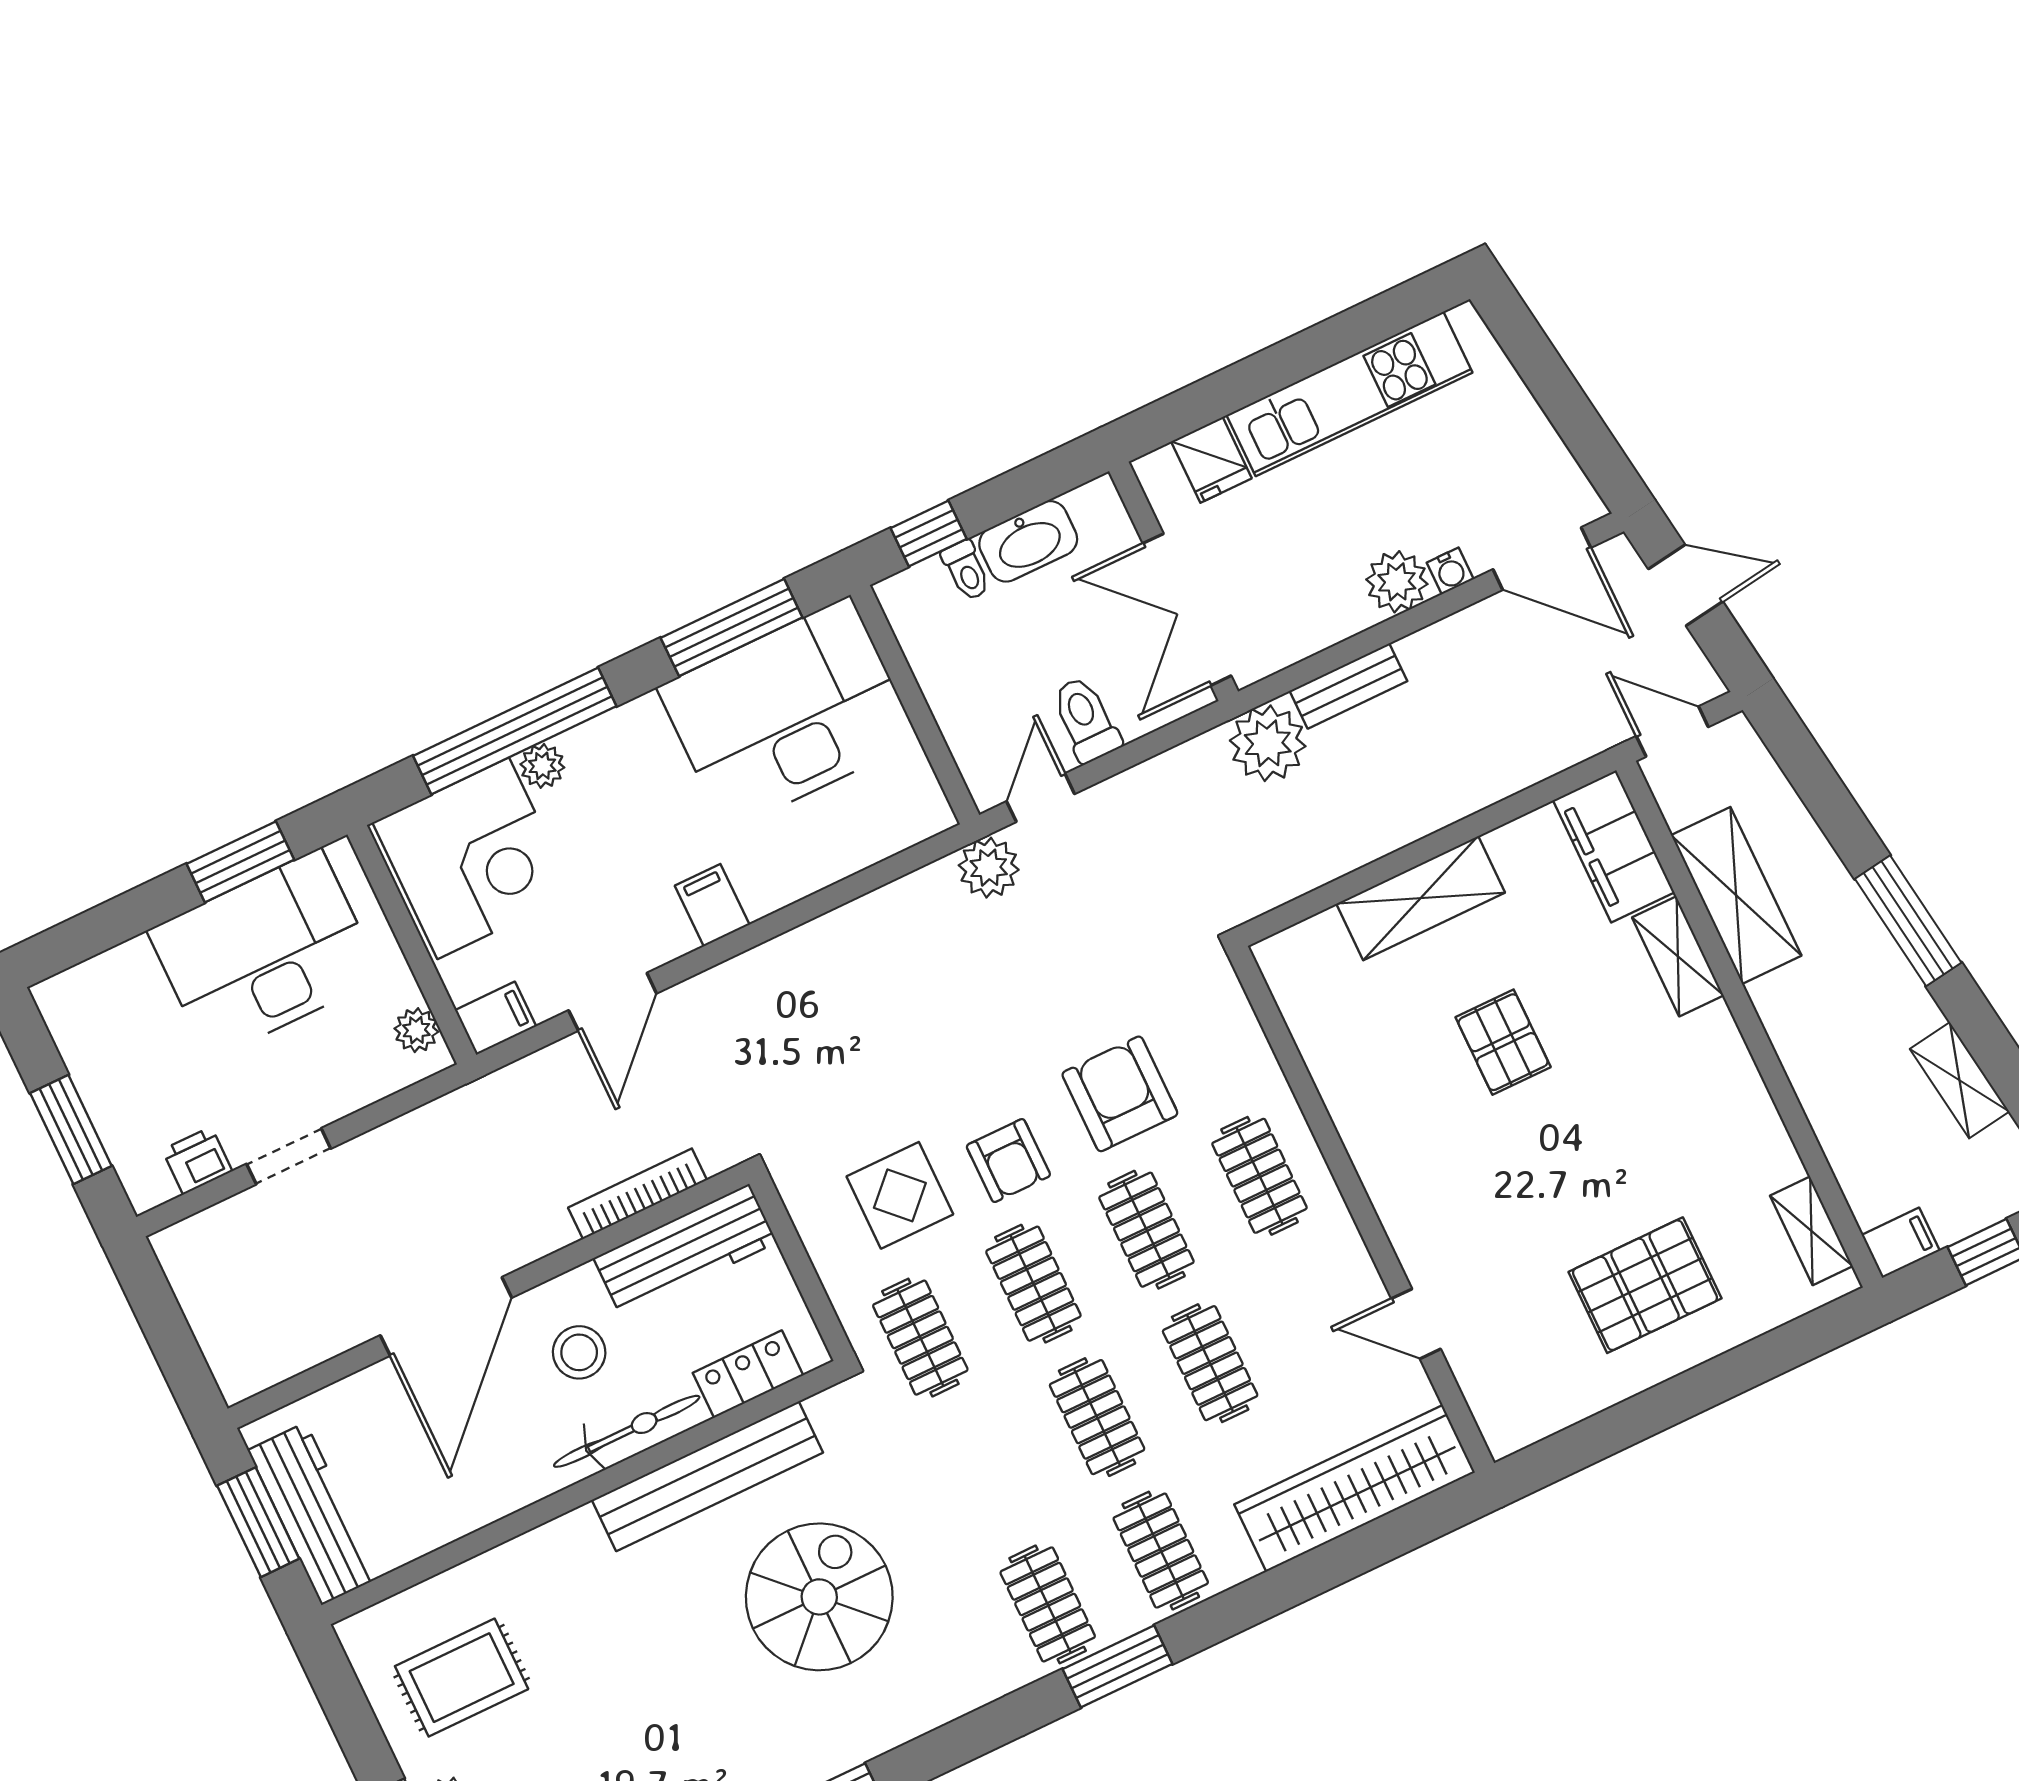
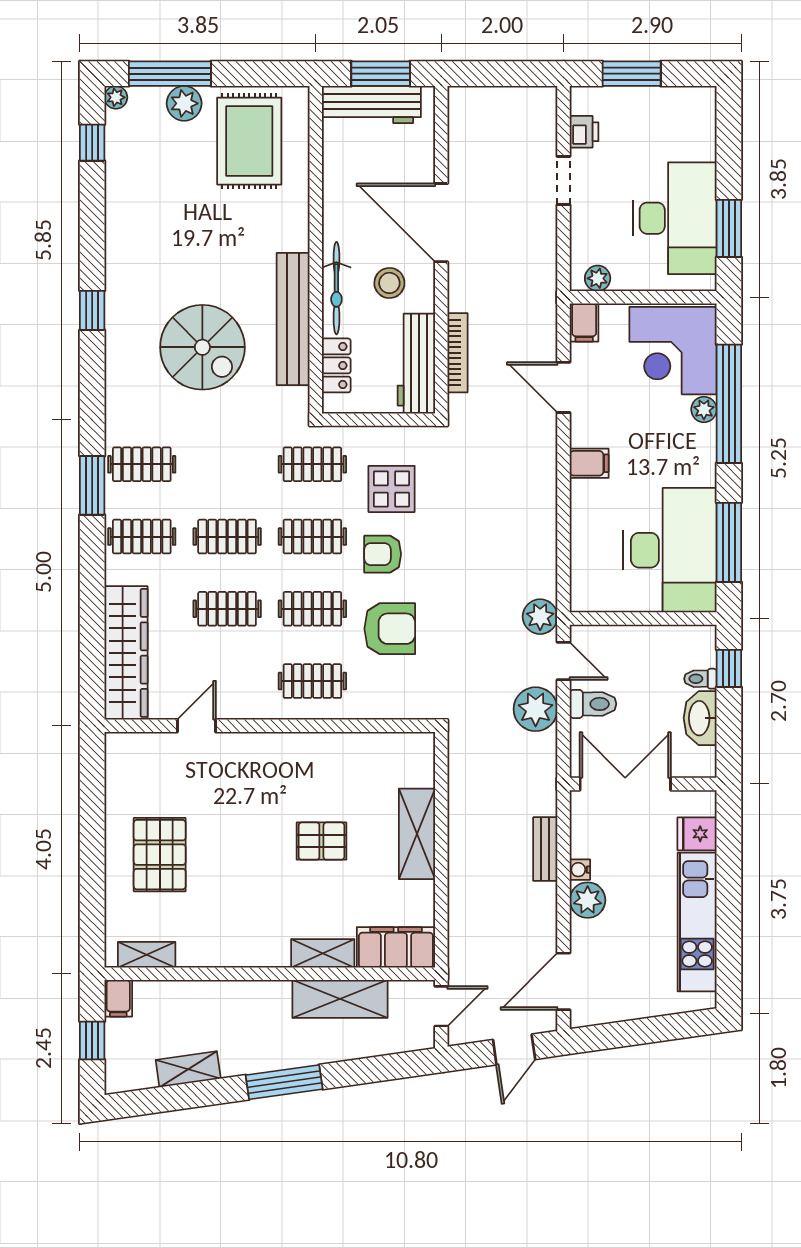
water cooler: (1450, 571) -> (580, 870), moved
plant: (1268, 743) -> (536, 709), moved
rug: (462, 1678) -> (249, 141), width x1.36, depth x1.43

